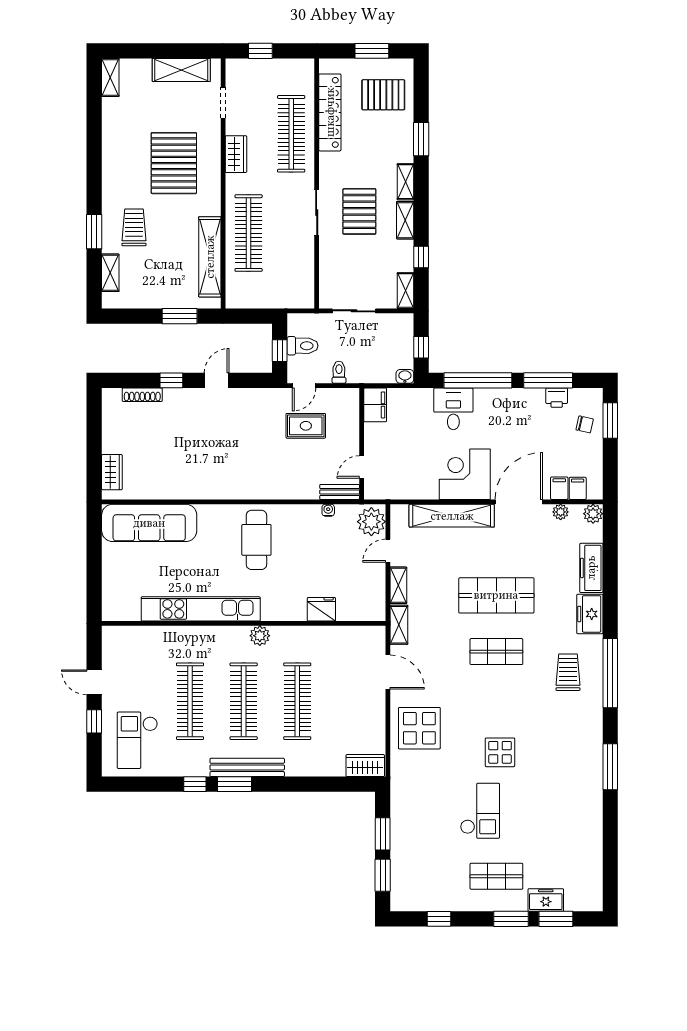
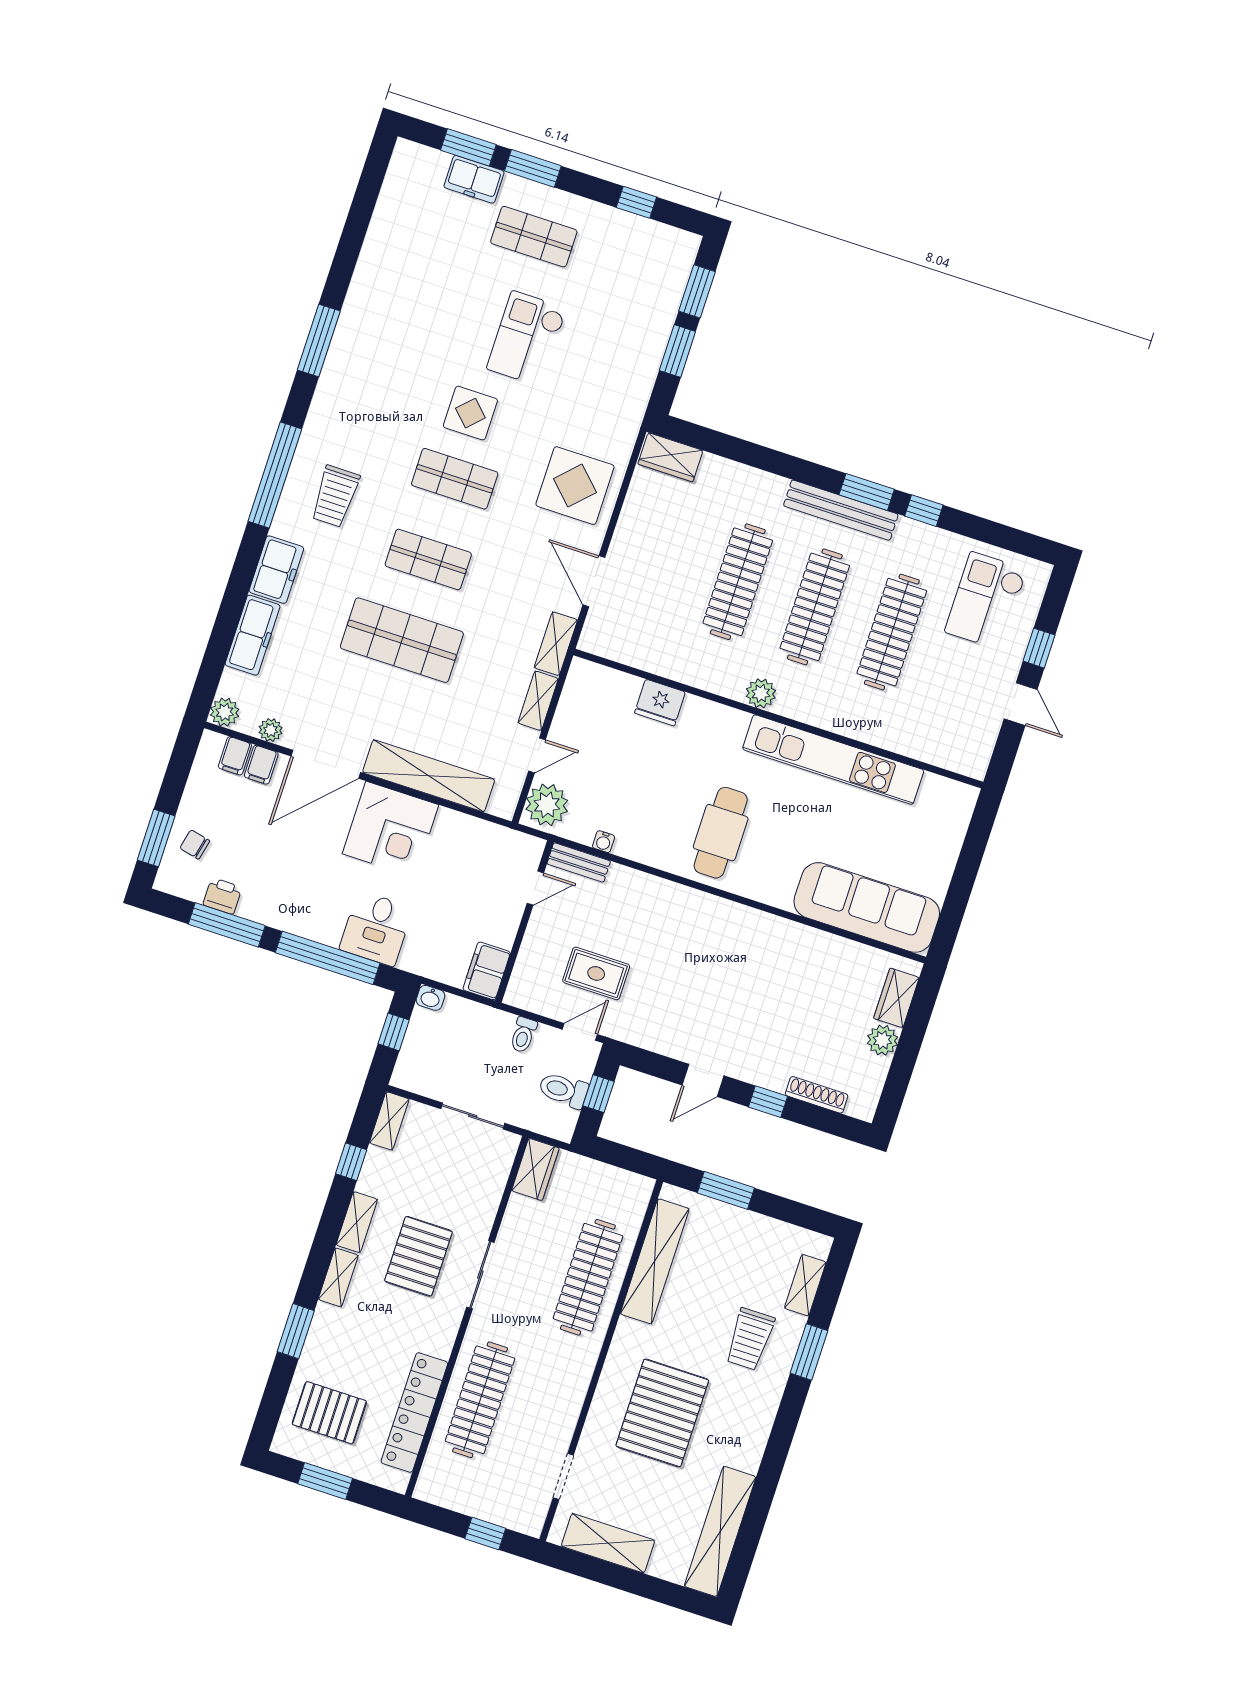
shelving: (110, 77) -> (720, 1531), width x2.20, depth x1.33
wardrobe: (236, 154) -> (535, 1169), moved, turned 180
plant: (112, 443) -> (882, 1040), added
shop shelf: (496, 708) -> (455, 479), added
checkout: (137, 740) -> (986, 601), turned 180

